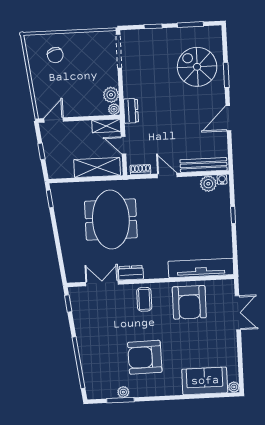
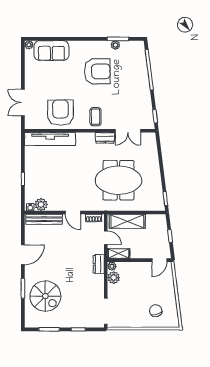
meeting table: (111, 220) -> (118, 180), turned 90

